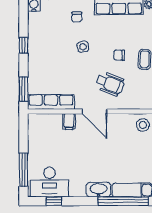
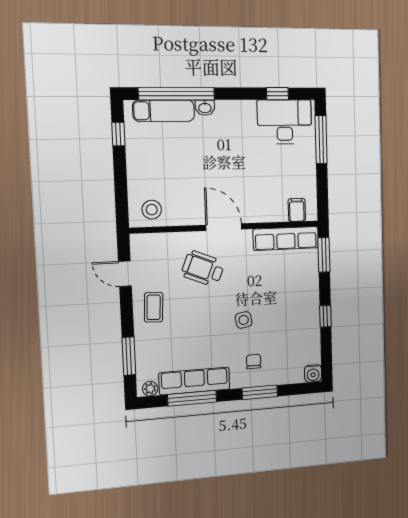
chair: (119, 55) -> (191, 311), removed
filing cabinet: (69, 121) -> (297, 210), moved
washbasin: (99, 190) -> (205, 108), width x0.52, depth x0.69

